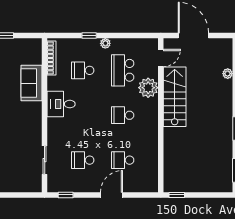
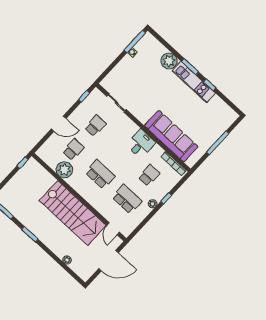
sofa: (32, 83) -> (171, 136), width x1.85, depth x1.27
plant: (148, 88) -> (64, 170), moved
stairs: (175, 97) -> (73, 213), width x1.36, depth x1.51
school desk: (123, 115) -> (100, 174), width x1.85
door: (111, 195) -> (59, 124), hinge flipped

